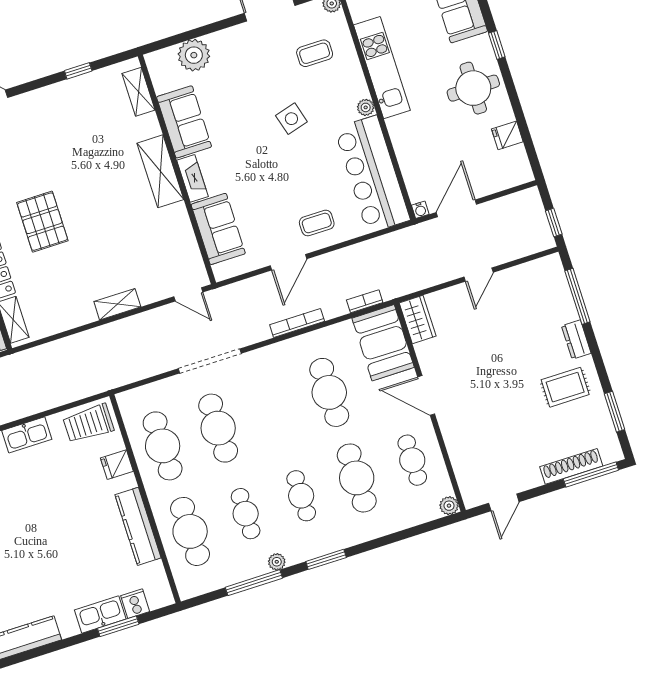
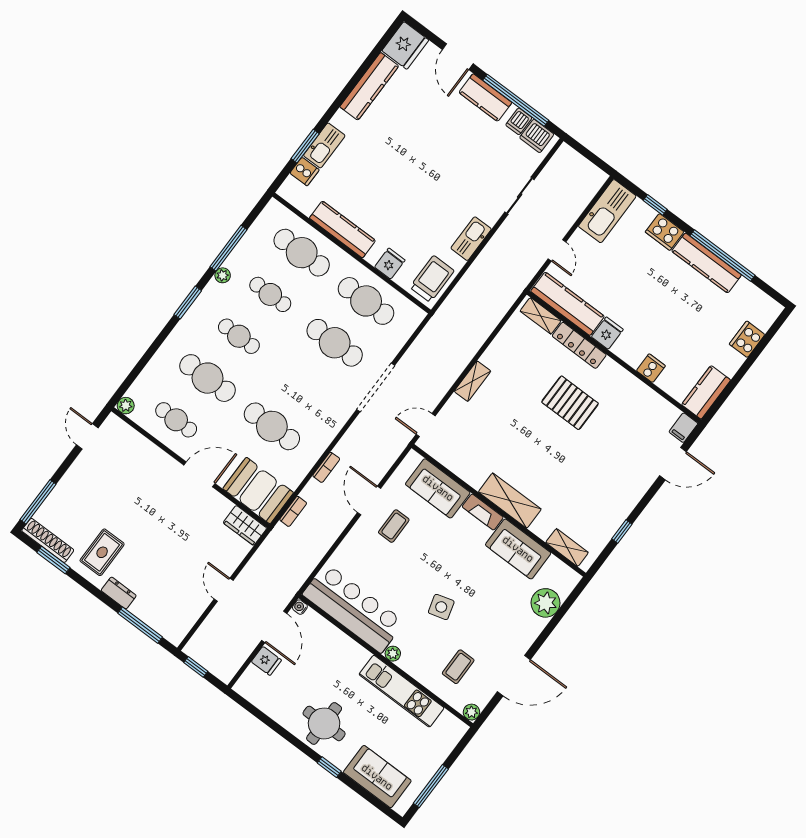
fridge: (507, 135) -> (266, 661), moved, turned 90
coffee table: (317, 223) -> (394, 526), moved
bookcase: (297, 323) -> (326, 467), width x0.64
shoe rack: (571, 466) -> (48, 540), moved, turned -90

